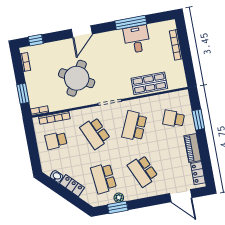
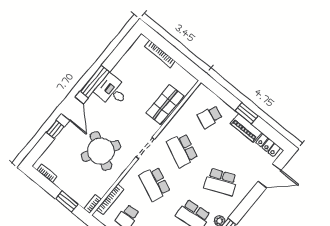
window: (131, 23) -> (95, 82), moved
desk: (137, 39) -> (112, 91), moved
window: (36, 40) -> (55, 130), moved
window: (198, 120) -> (247, 113), moved
school desk: (95, 133) -> (155, 184), turned 48

